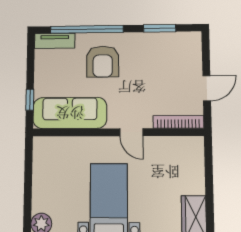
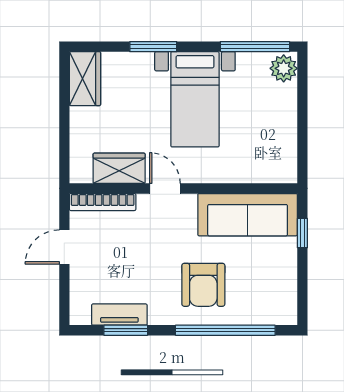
tv unit: (55, 41) -> (119, 315), moved
armchair: (103, 62) -> (203, 285), turned 180
wardrobe: (166, 147) -> (119, 168), added

